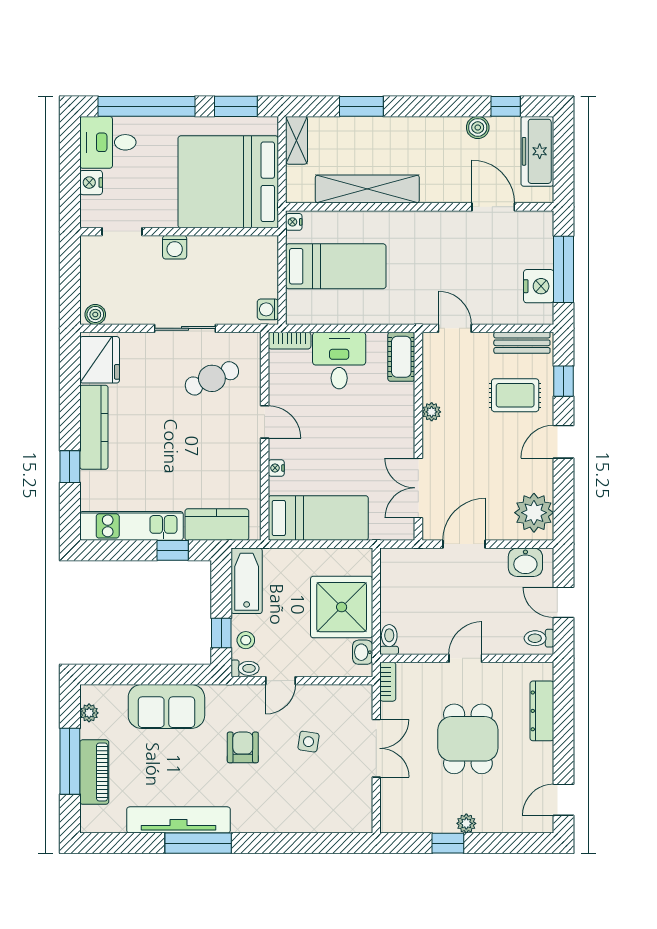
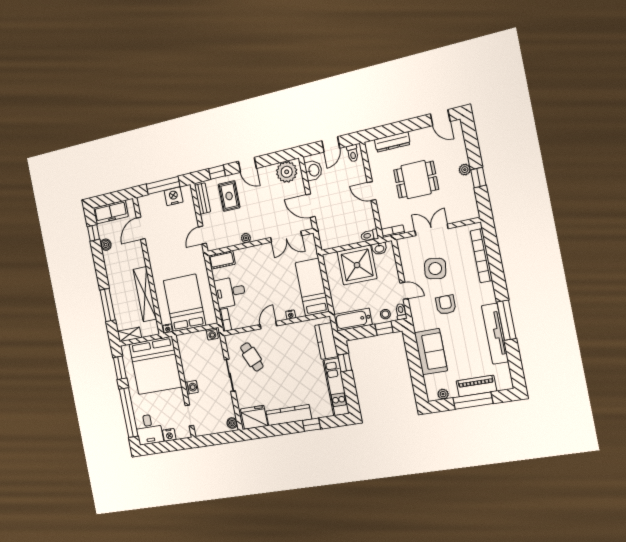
window: (361, 106) -> (108, 305), width x1.44
bed: (336, 266) -> (184, 303), width x1.50
side table: (308, 742) -> (435, 269), width x1.87, depth x1.87
armchair: (243, 747) -> (446, 305), turned 90
bookcase: (315, 823) -> (481, 256), added

